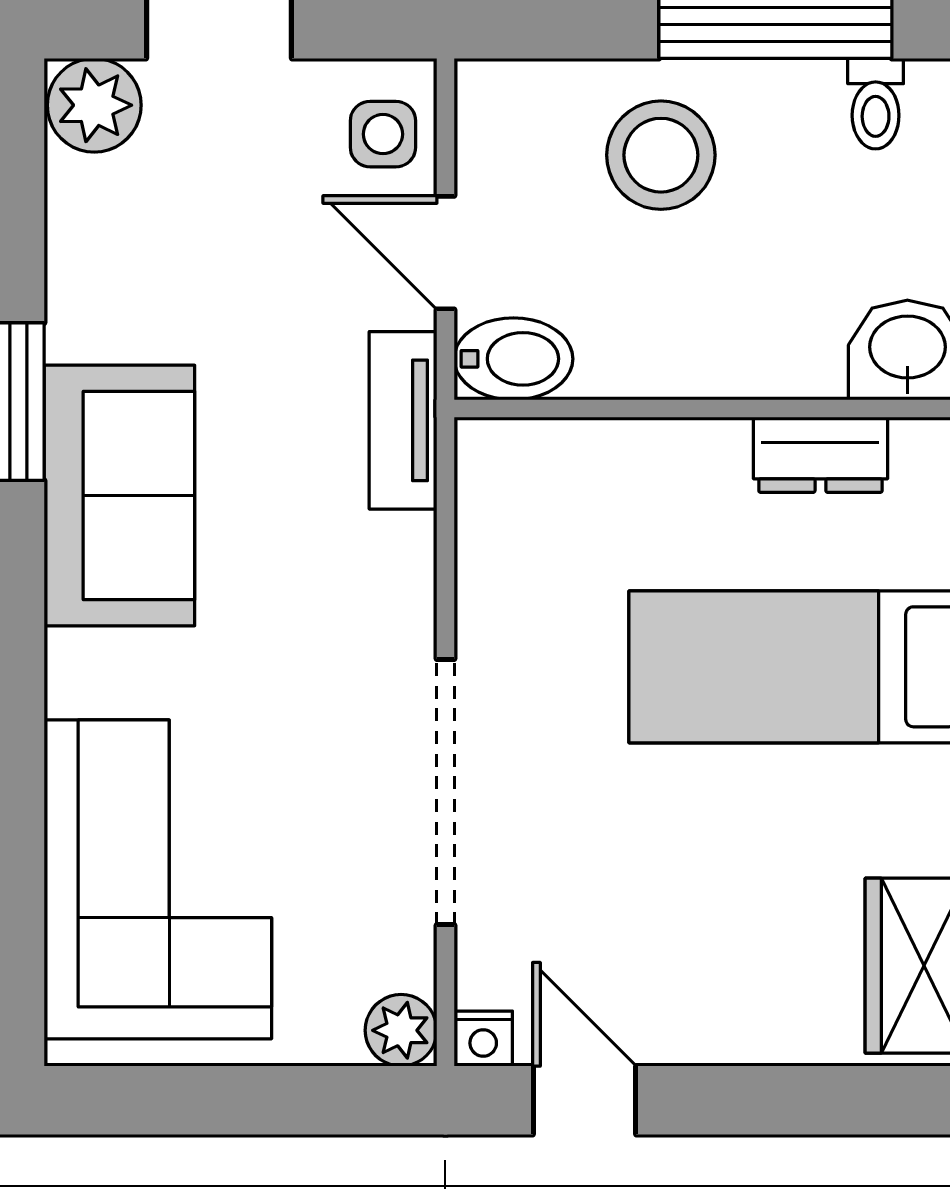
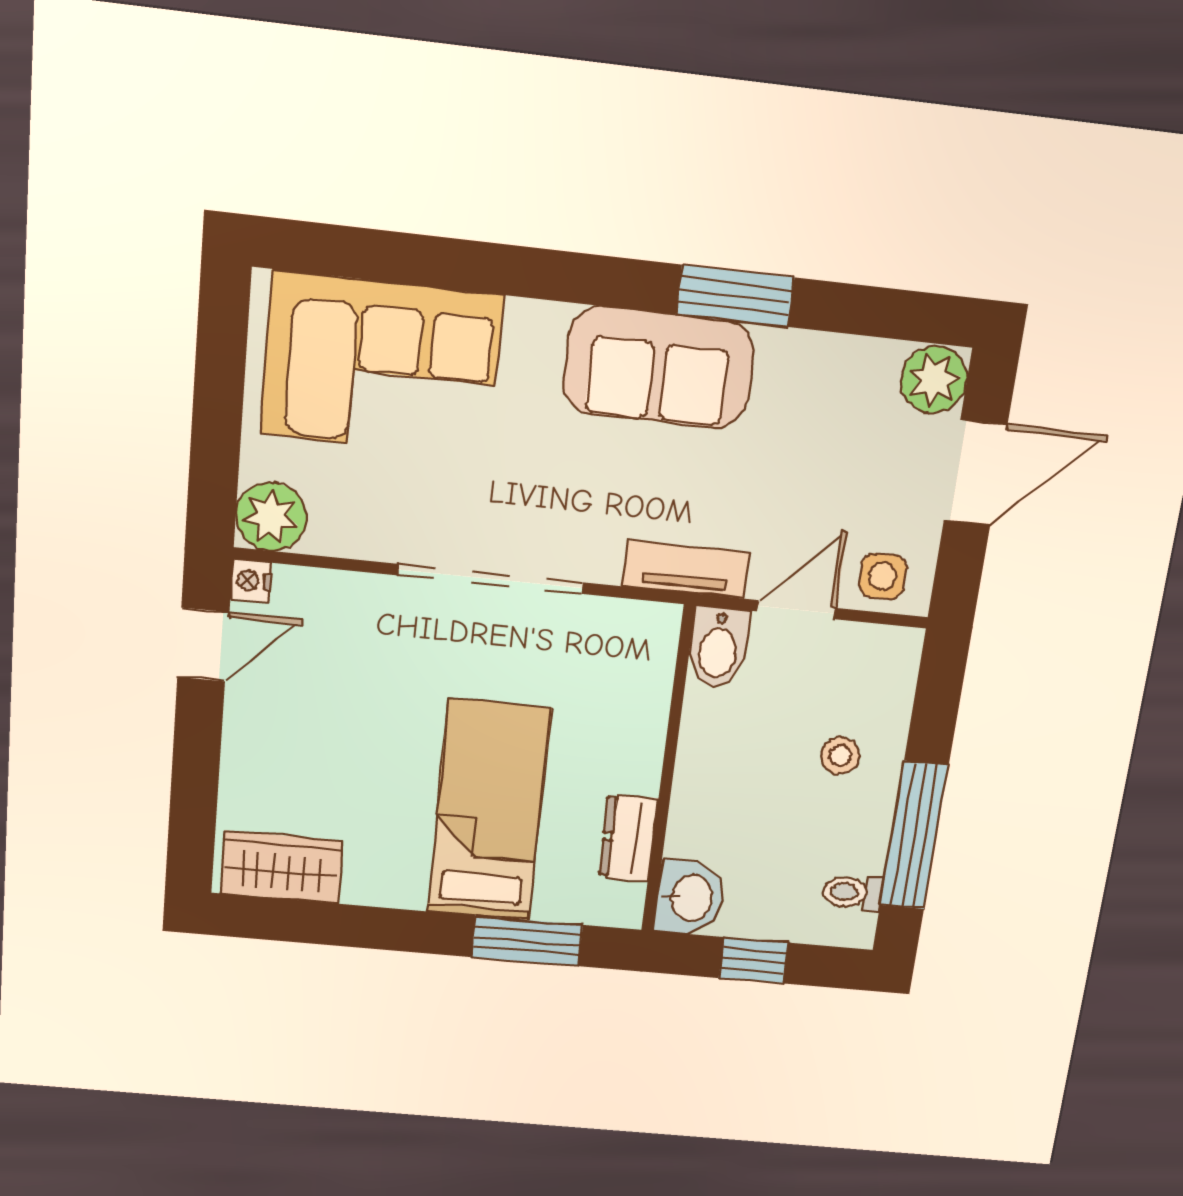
stool: (661, 155) -> (840, 756), width x0.53, depth x0.53
doorway: (445, 792) -> (490, 579), moved
plant: (401, 1030) -> (271, 517), width x1.38, depth x1.38

